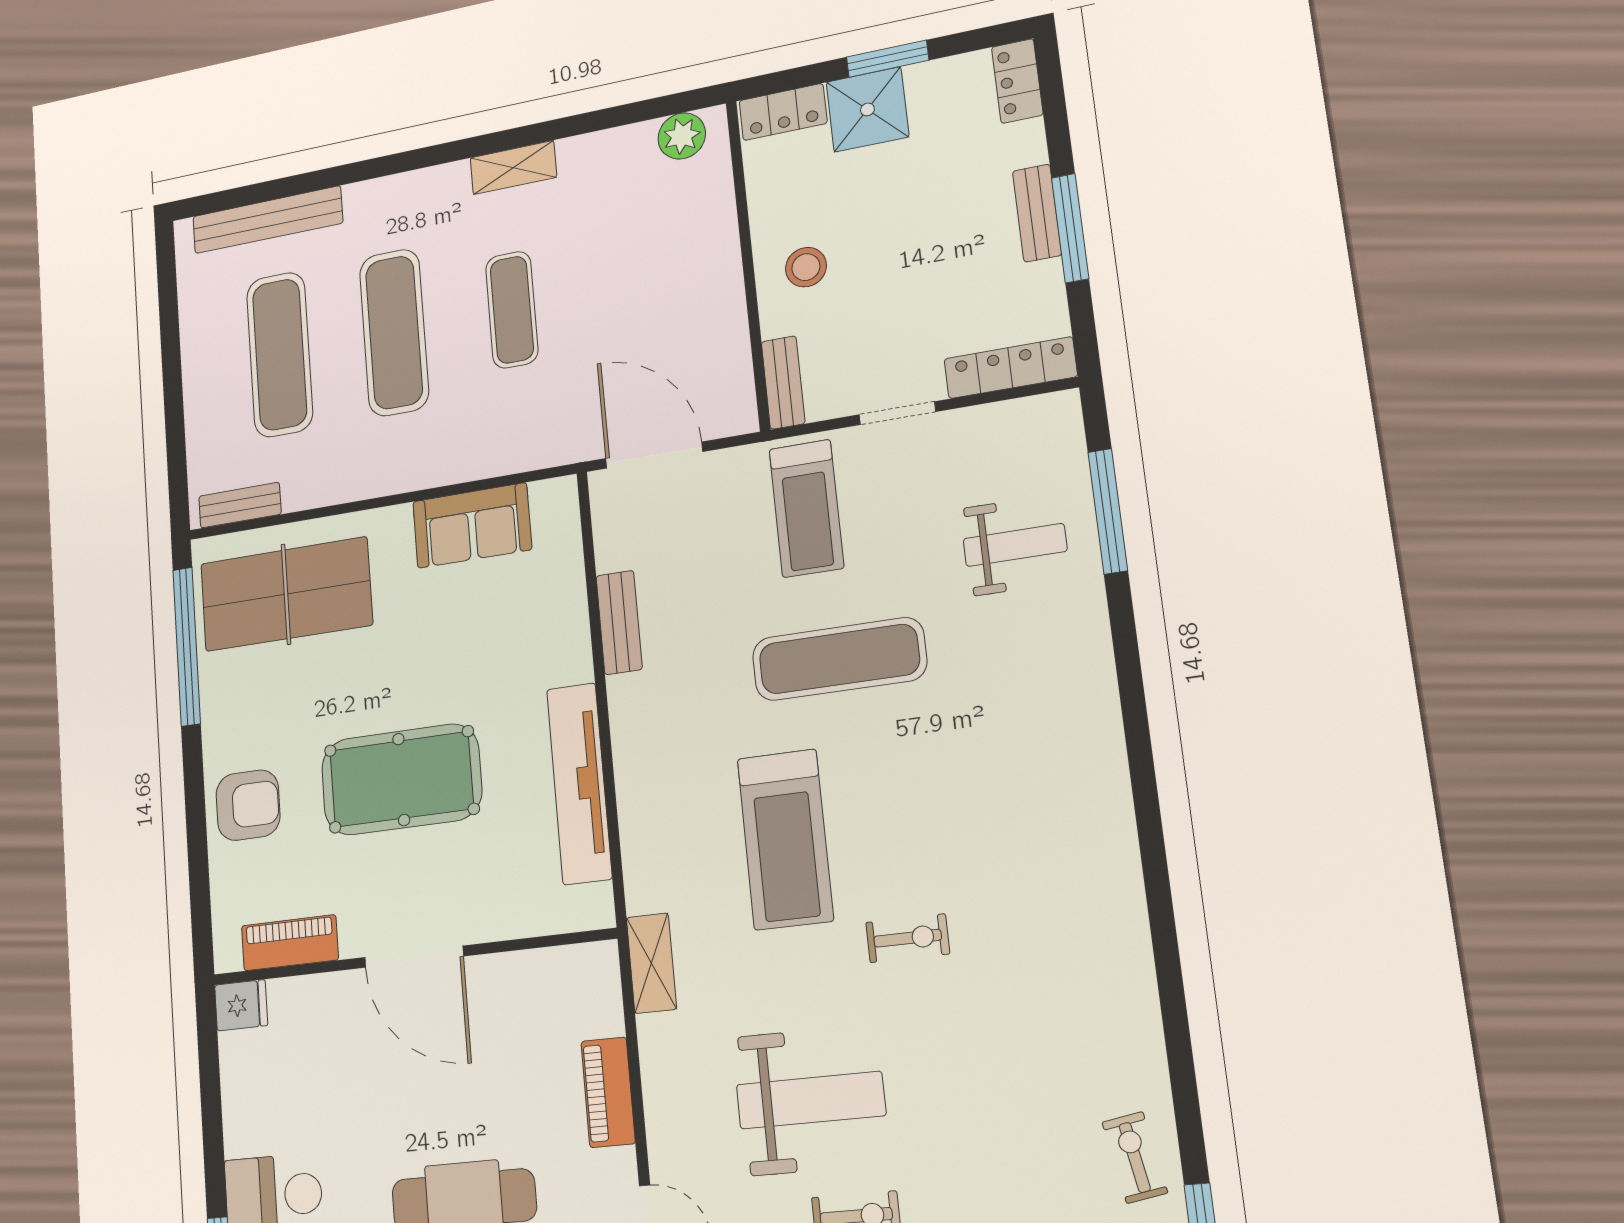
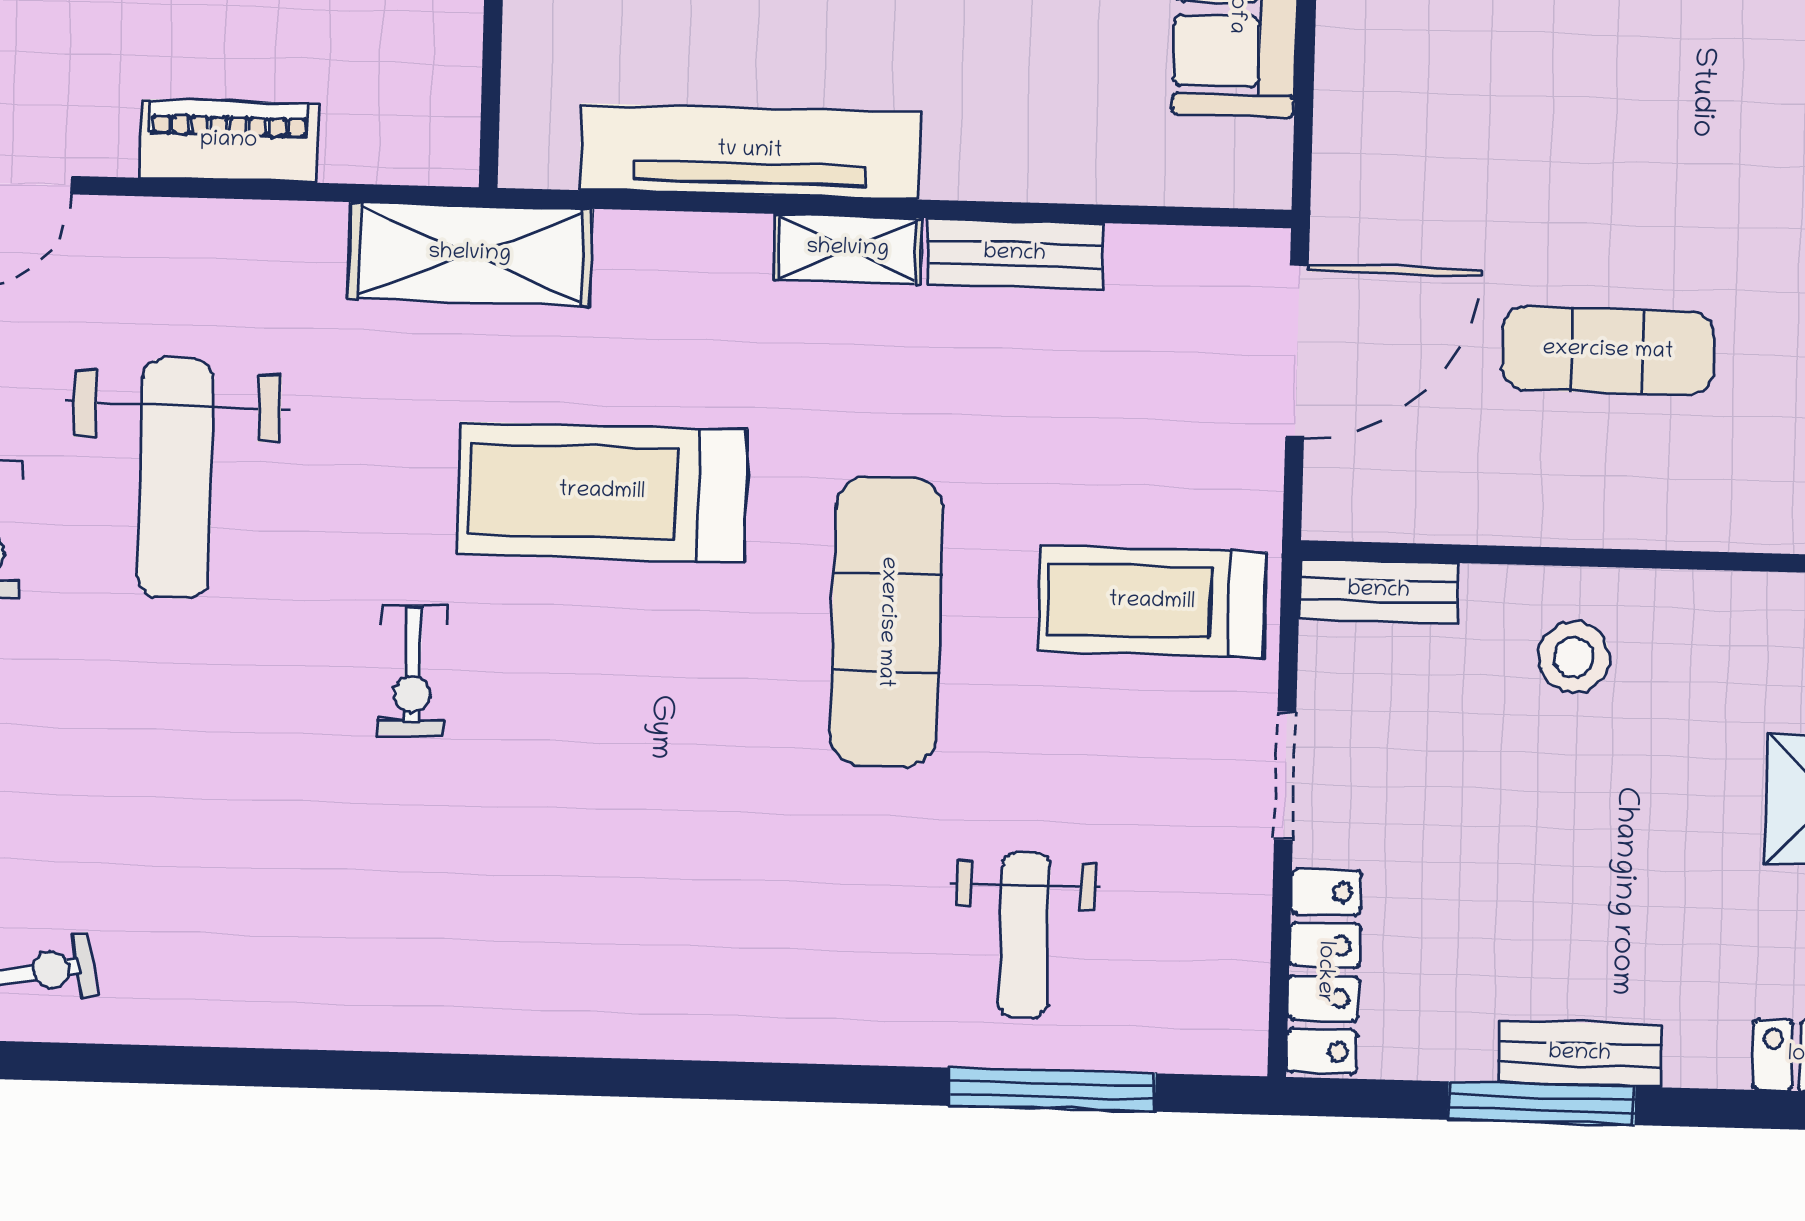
exercise mat: (512, 310) -> (1608, 351), moved
shelving: (628, 718) -> (848, 249), added
shelving: (651, 963) -> (470, 254), width x1.50, depth x1.33

